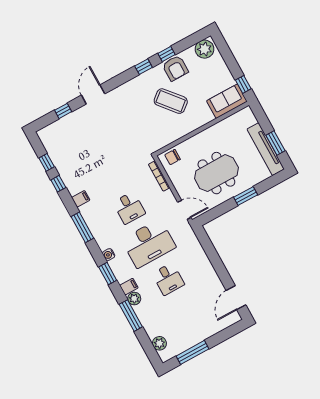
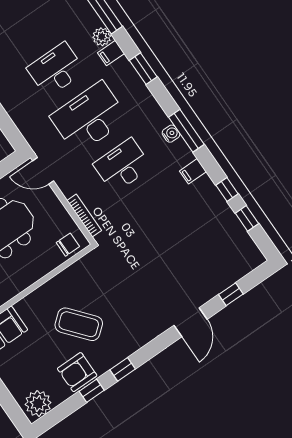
armchair: (175, 68) -> (77, 372), turned -90
desk: (129, 208) -> (122, 166), width x1.37
water cooler: (109, 255) -> (171, 134), moved
desk: (168, 279) -> (56, 70), width x1.37

